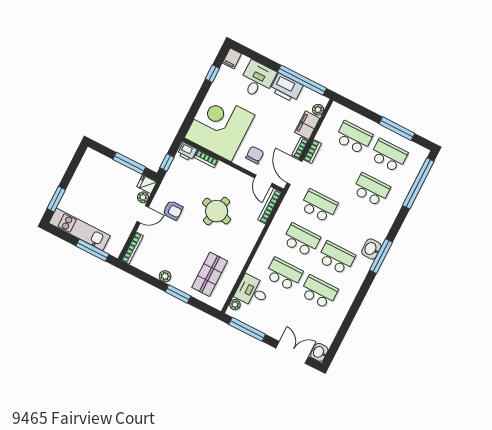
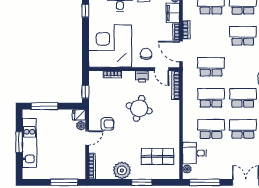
printer: (187, 152) -> (142, 76), moved
window: (129, 163) -> (44, 106), moved
window: (56, 199) -> (19, 142), moved
kitchen unit: (80, 229) -> (29, 143), moved, turned 90
shop shelf: (210, 274) -> (157, 156), turned 90
plant: (165, 276) -> (122, 170), width x1.88, depth x1.88

